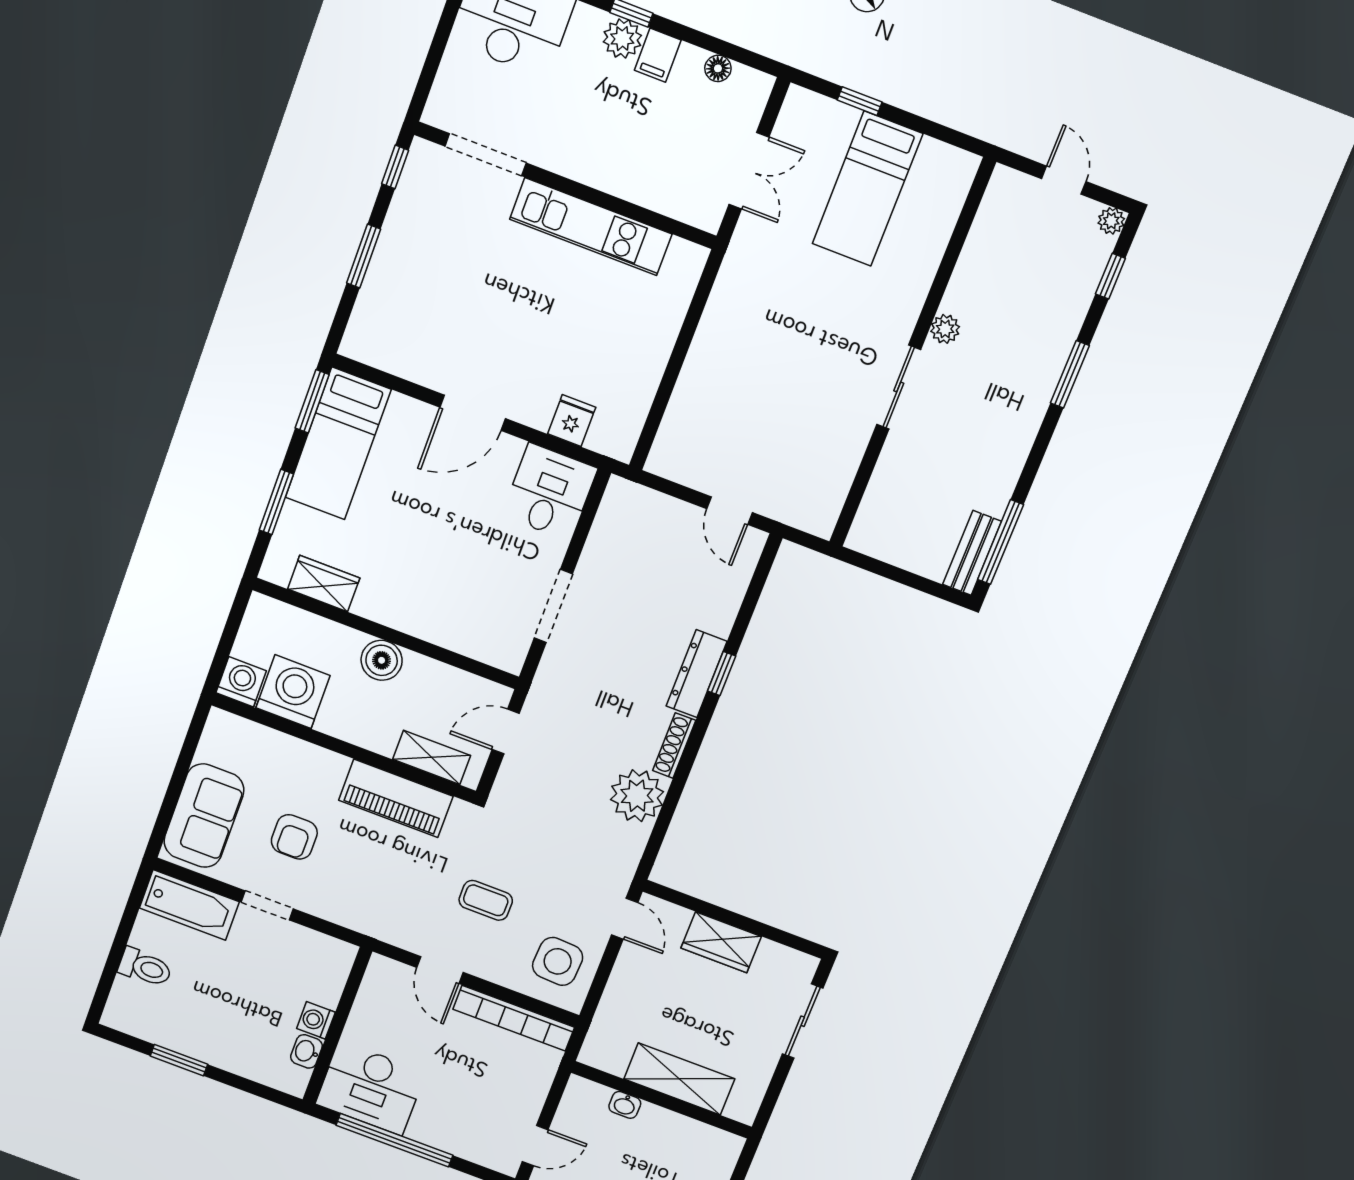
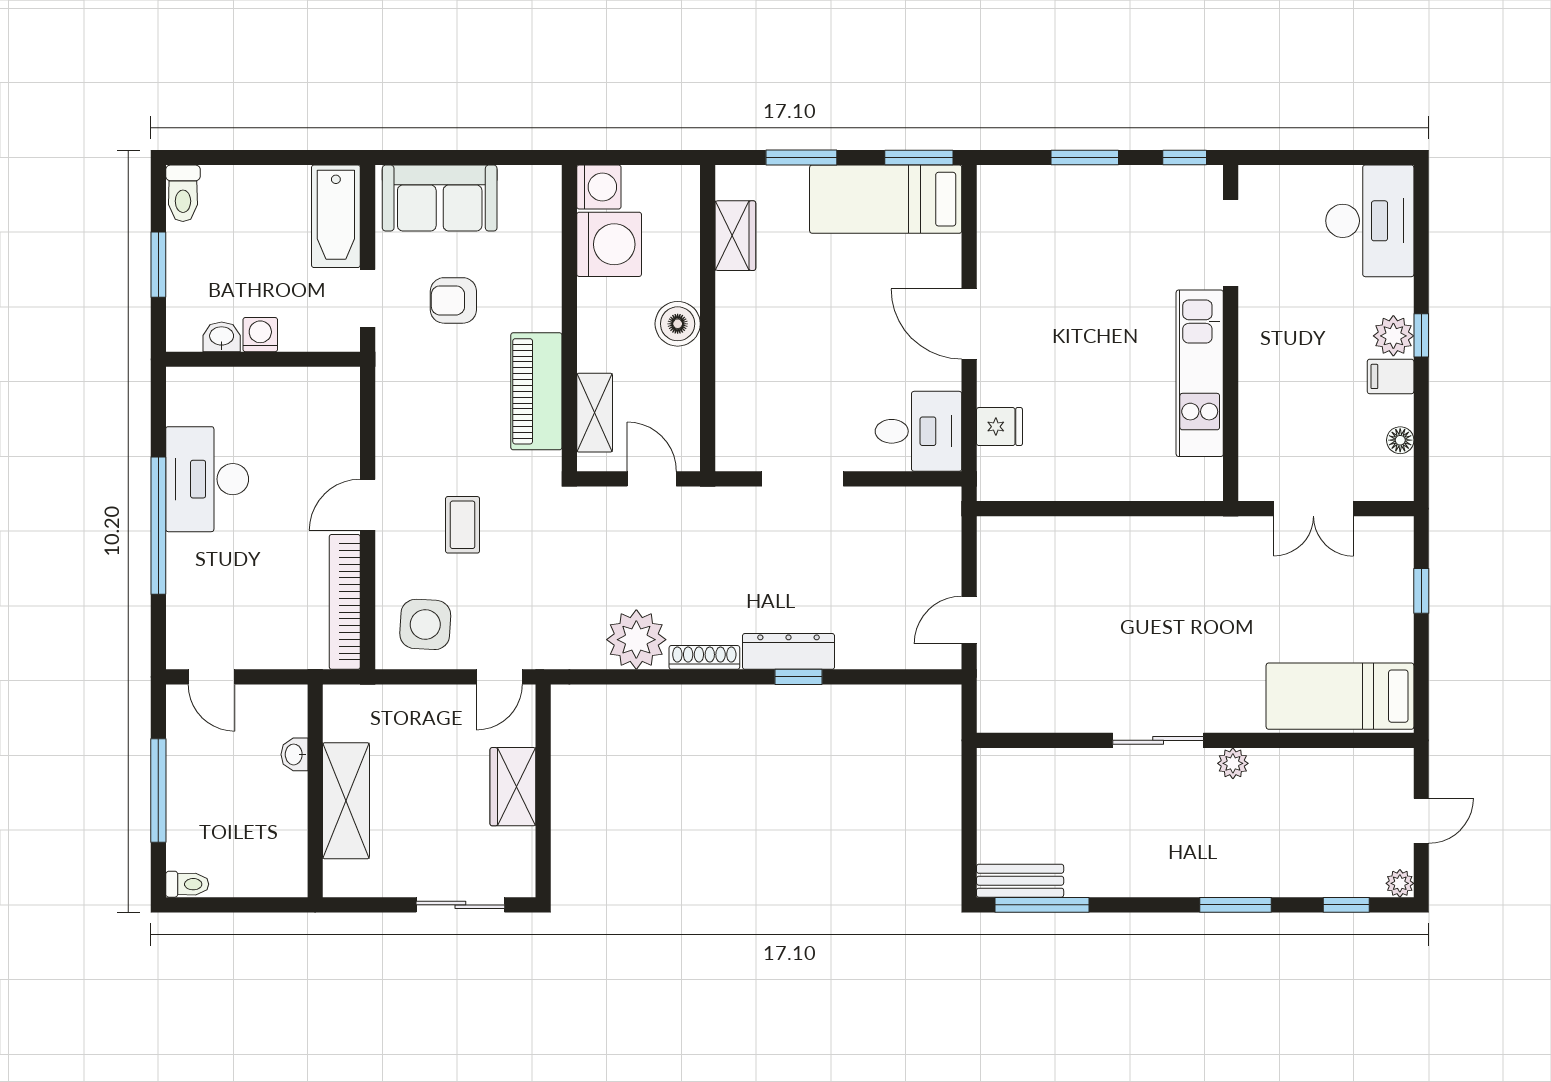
bed: (867, 189) -> (1340, 696), moved
toilet: (145, 967) -> (183, 193), moved
washing machine: (316, 1020) -> (260, 335), moved
wall: (337, 1026) -> (263, 359), moved
washbasin: (306, 1051) -> (222, 337), moved

